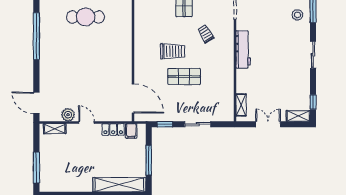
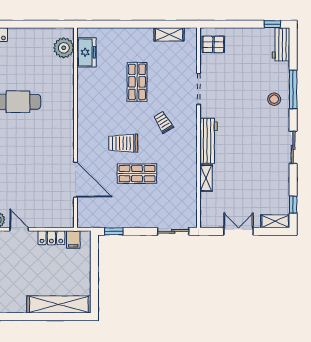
trolley: (173, 51) -> (123, 143), turned 180
door: (133, 98) -> (75, 180), moved
shelving: (241, 105) -> (206, 178), moved
sliding door: (198, 124) -> (173, 231), moved
window: (149, 160) -> (94, 275), removed

